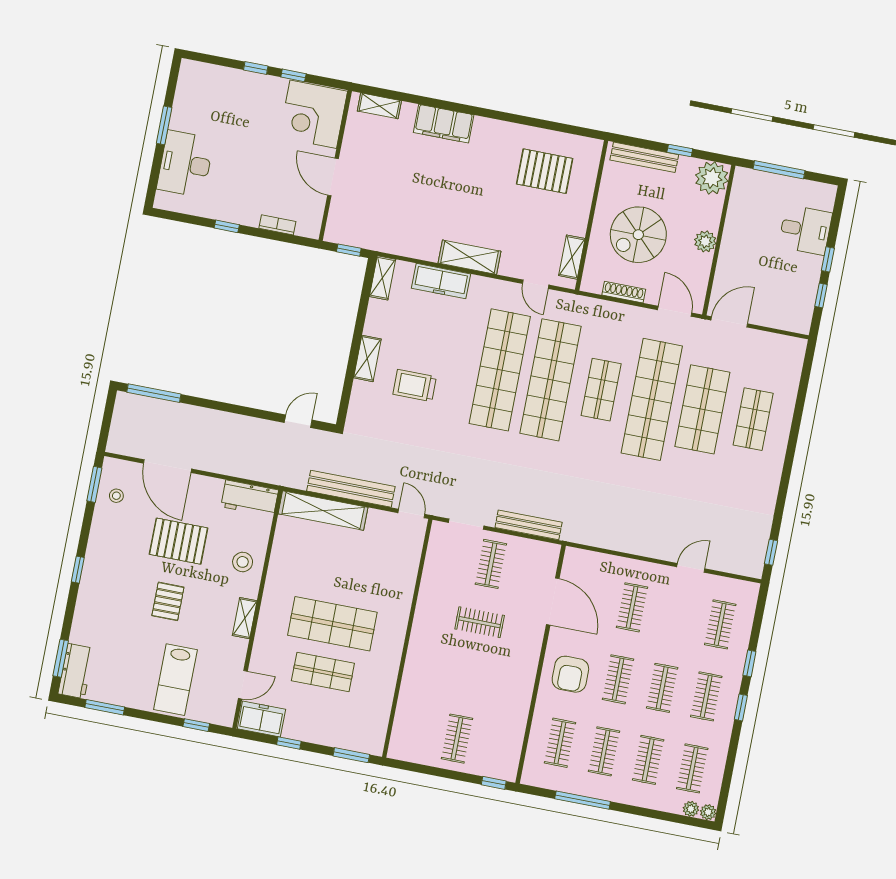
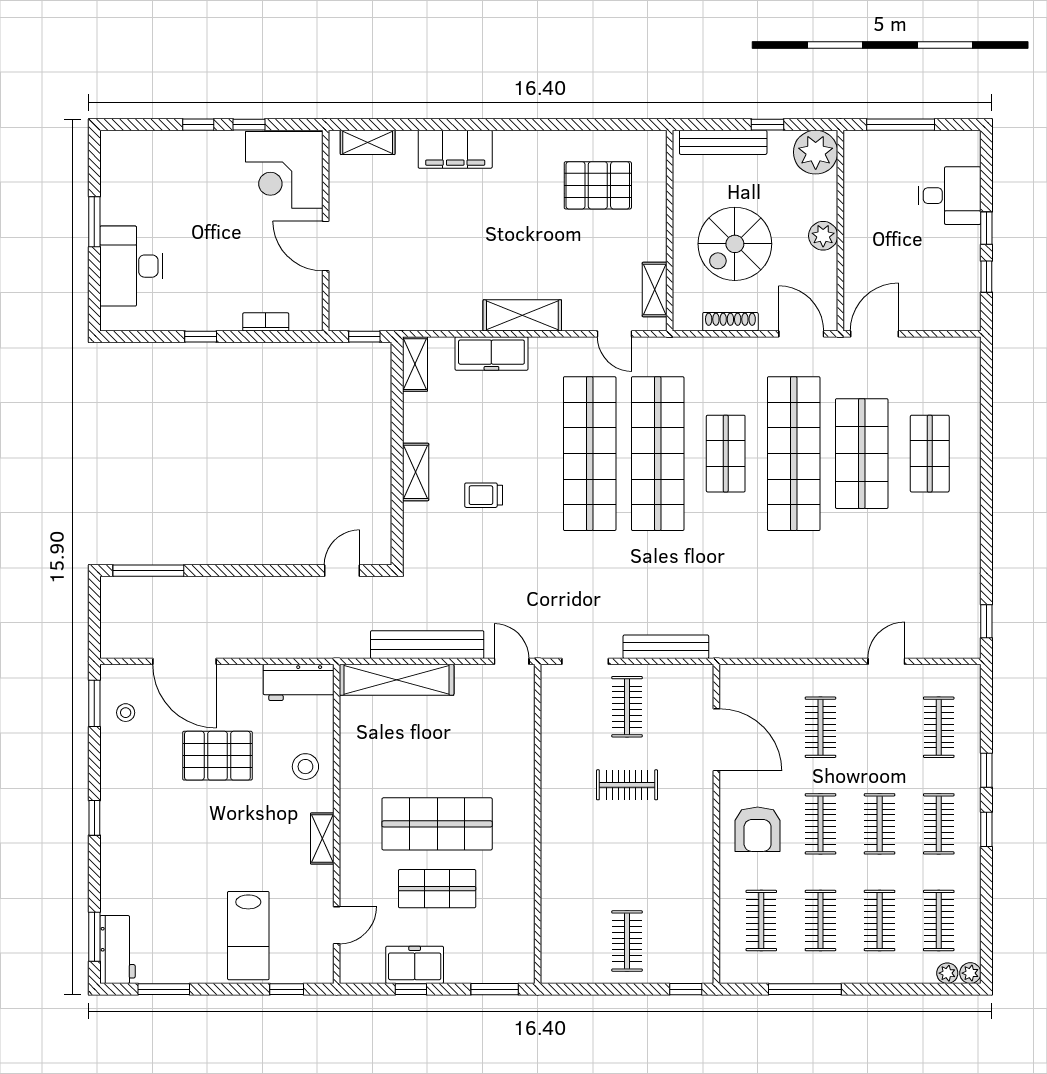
trolley: (415, 386) -> (484, 495), width x0.73, depth x0.72
pallet: (168, 601) -> (219, 836), removed
freezer: (261, 719) -> (415, 965), moved

